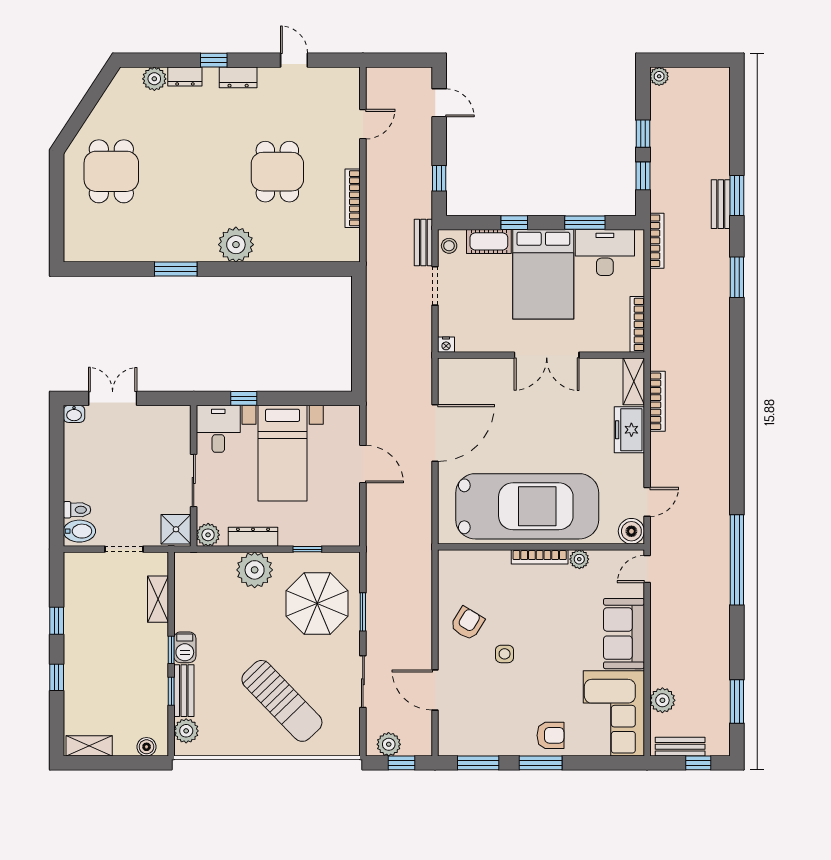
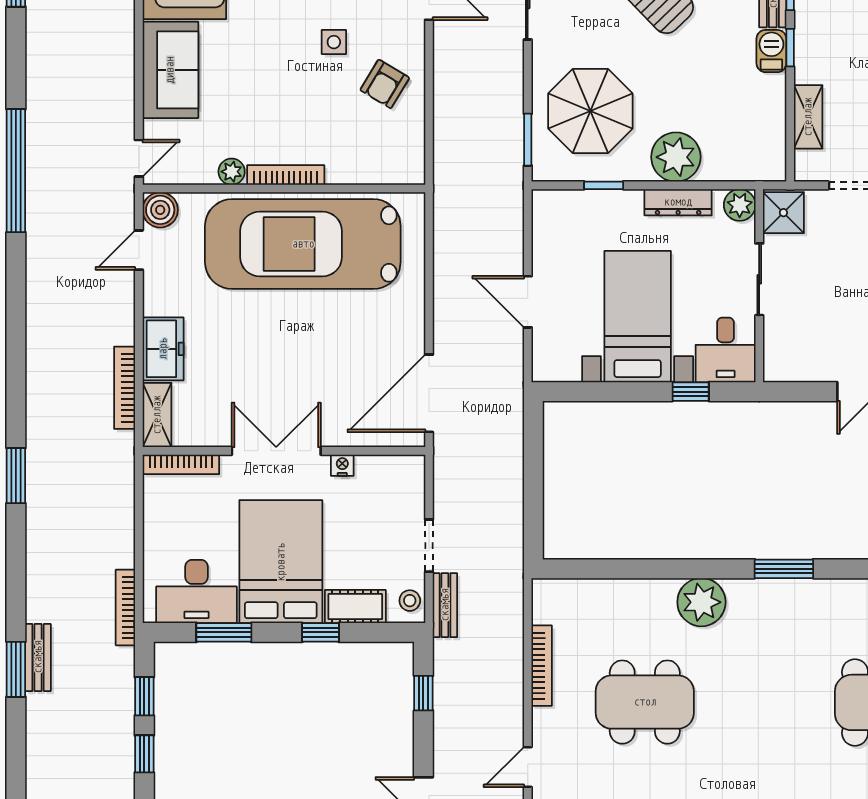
dining table: (277, 172) -> (645, 702), width x1.38
window: (737, 277) -> (16, 476), moved
bookcase: (637, 324) -> (181, 464), moved, turned 90
nightstand: (446, 345) -> (342, 465), moved
door: (435, 433) -> (429, 393), moved
window: (363, 612) -> (528, 140), moved

